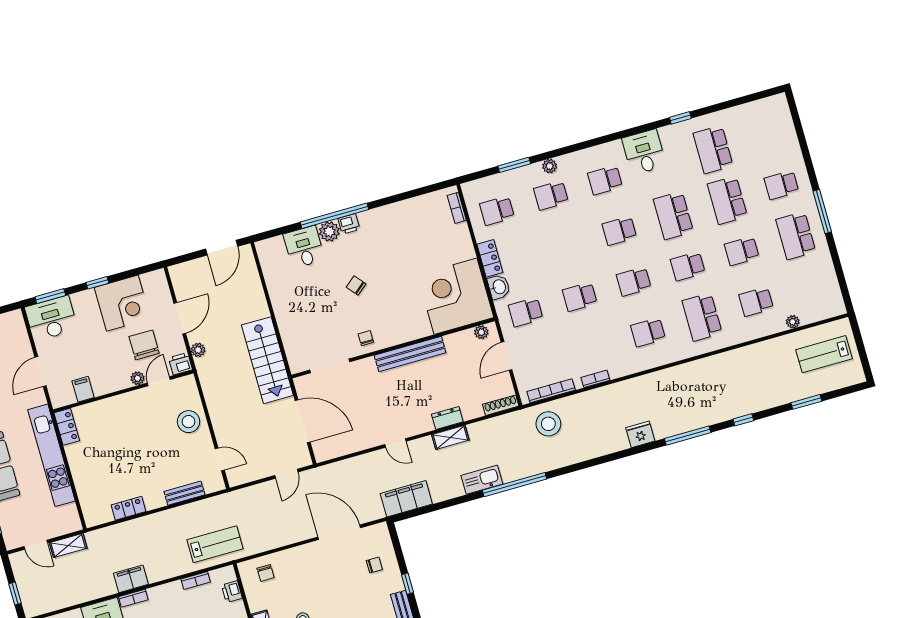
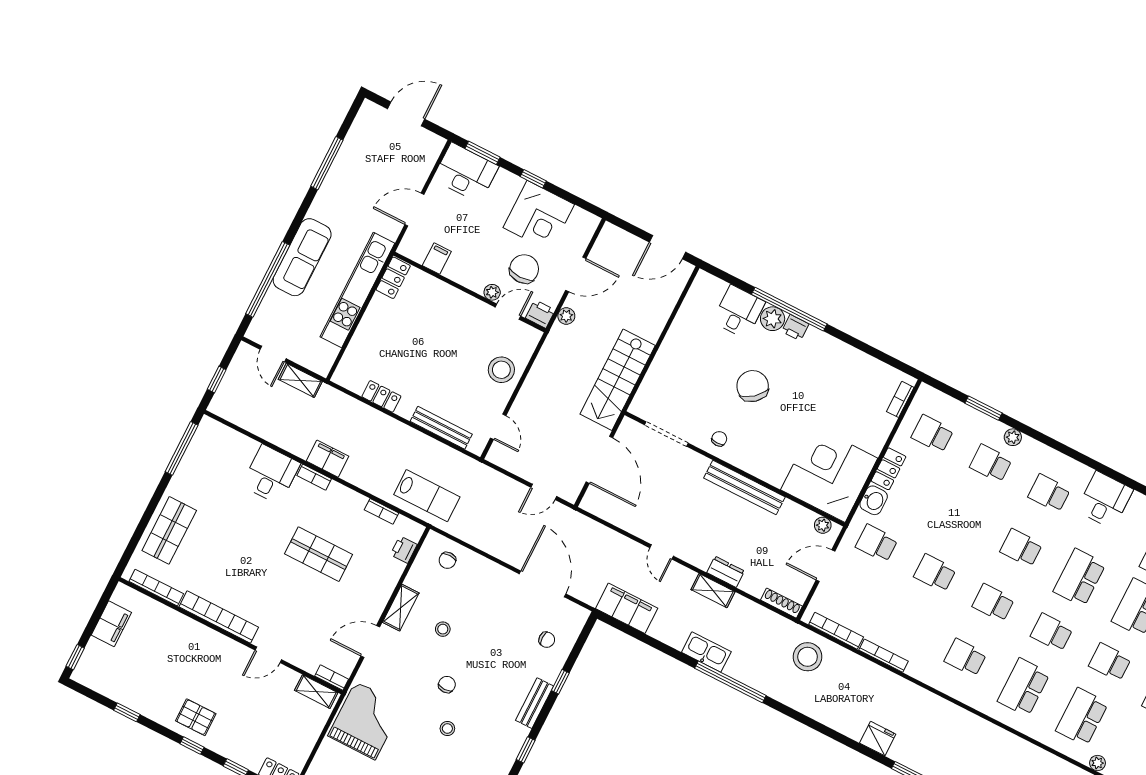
chair: (356, 285) -> (753, 386), width x1.87, depth x1.87
school desk: (756, 302) -> (1082, 717), width x1.85
bookcase: (595, 379) -> (883, 656), width x1.56
bench: (184, 493) -> (441, 428), width x1.36

